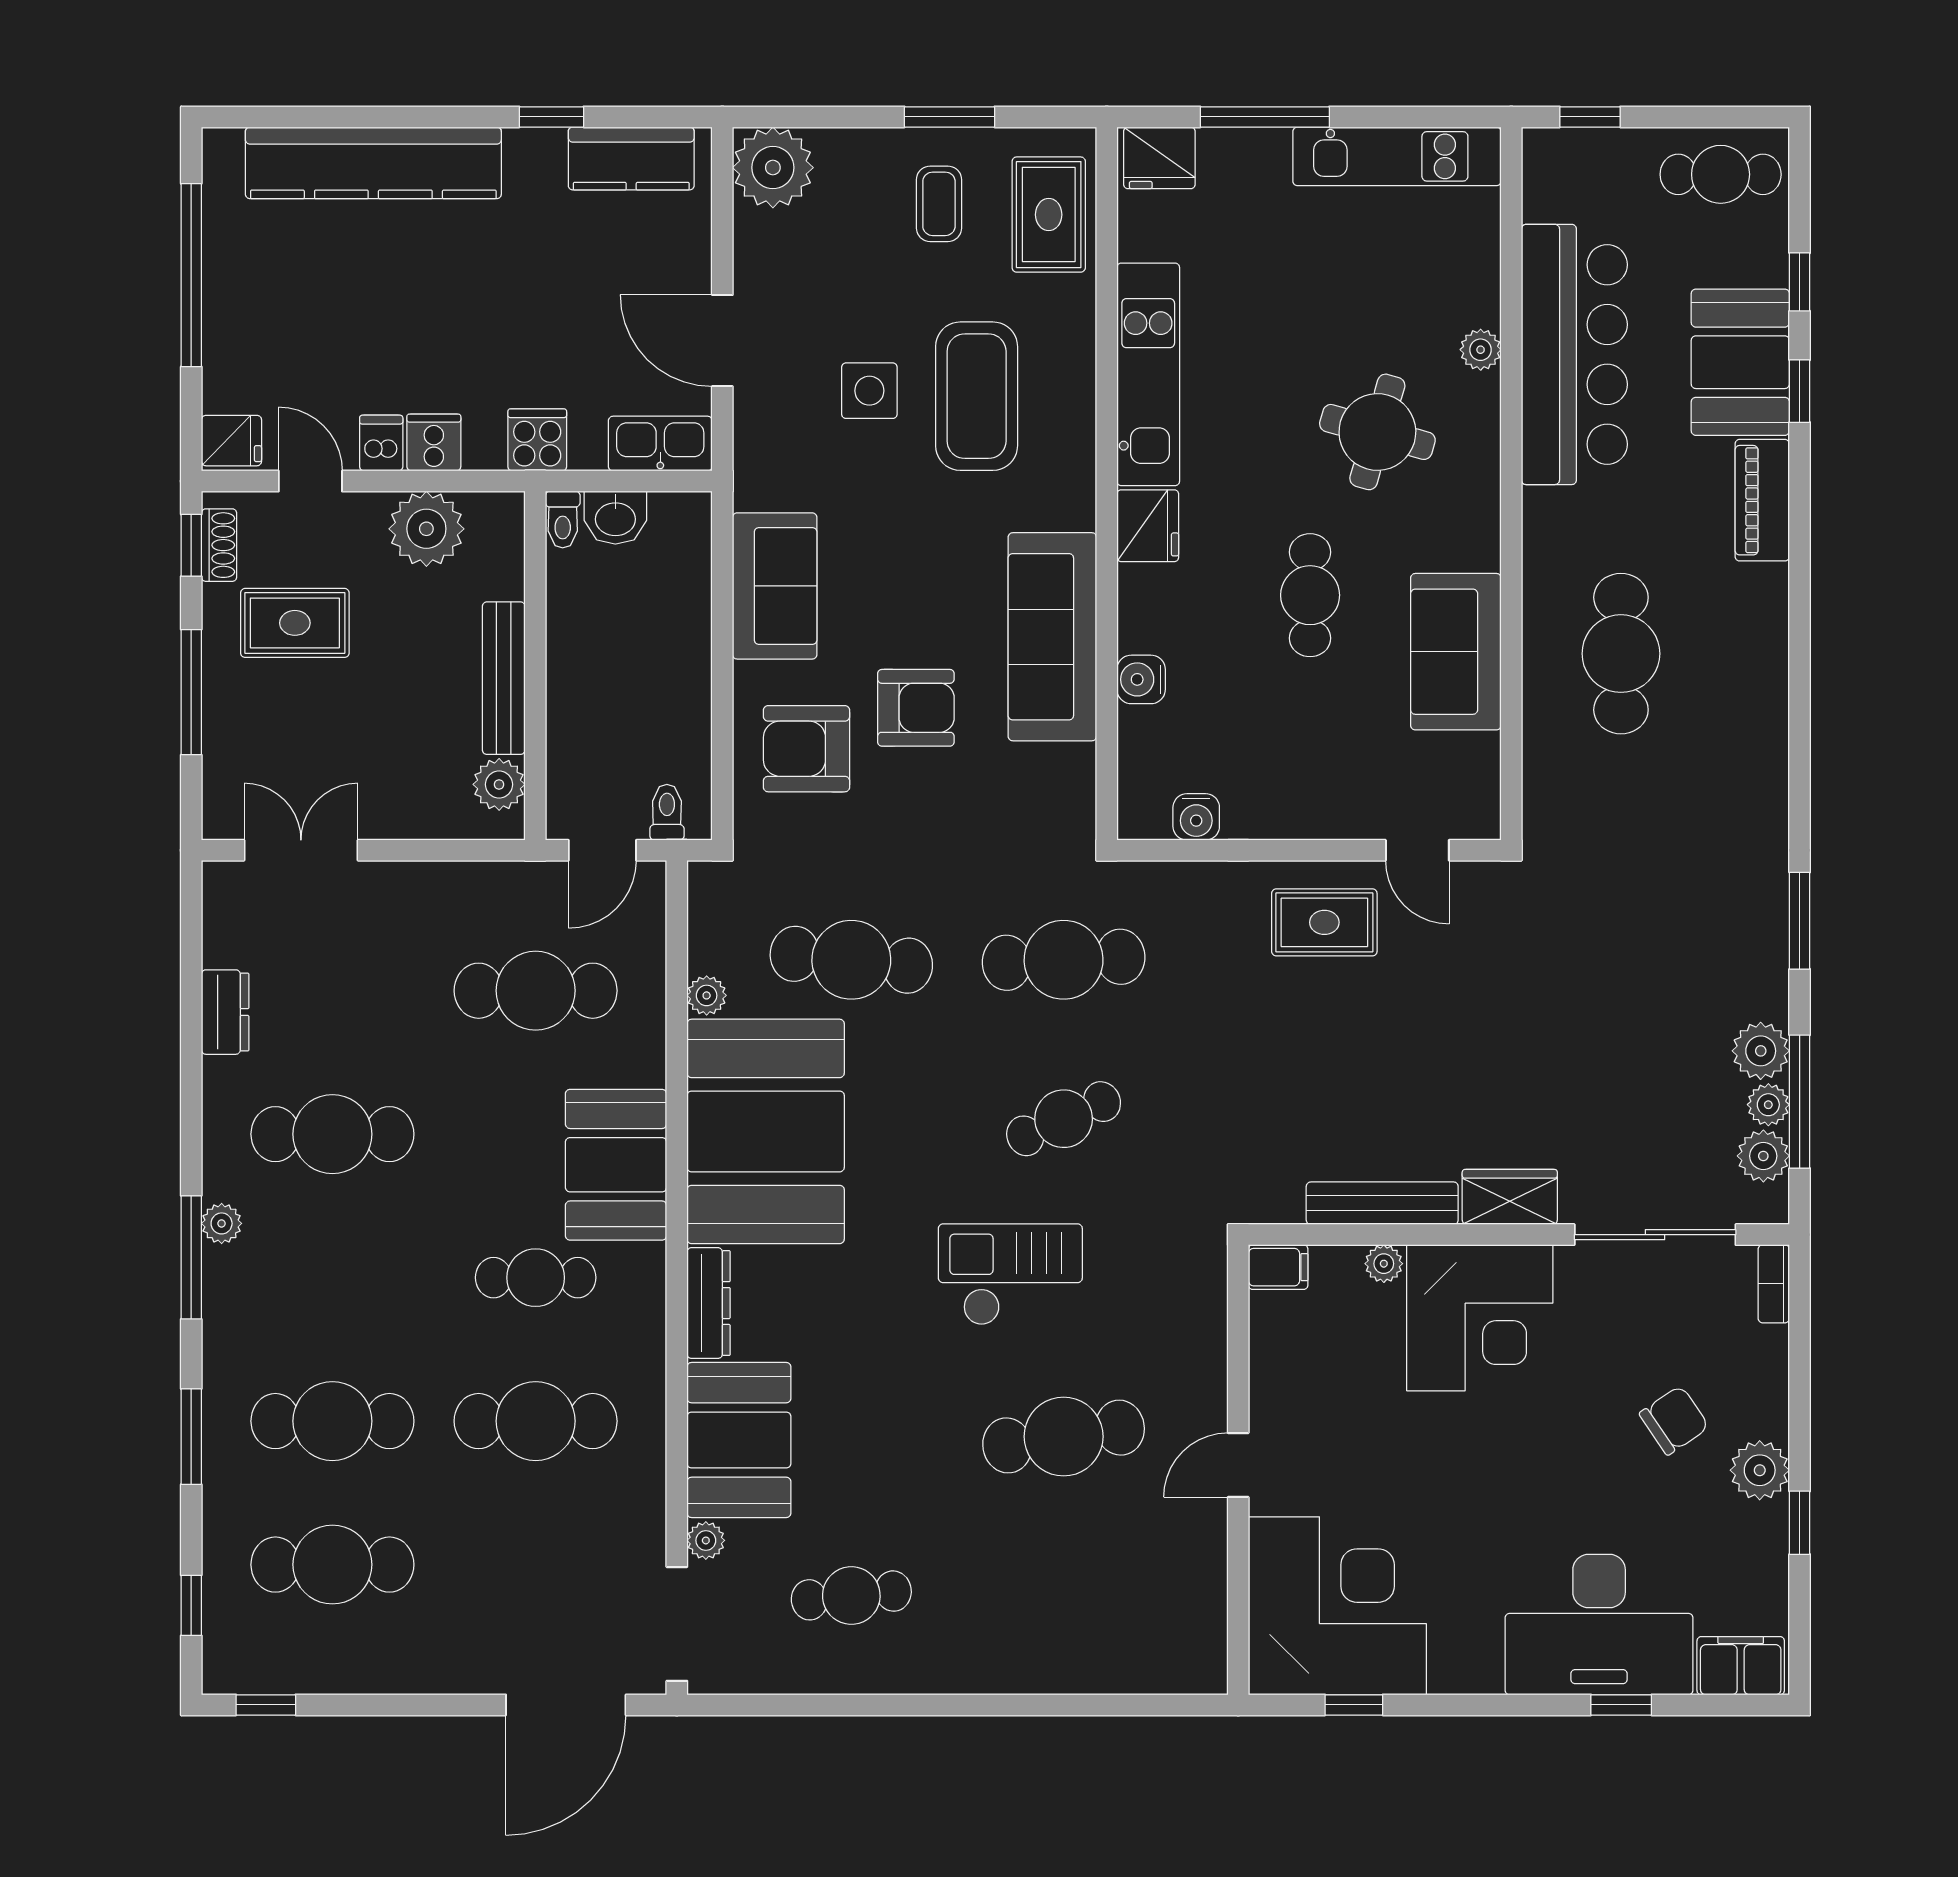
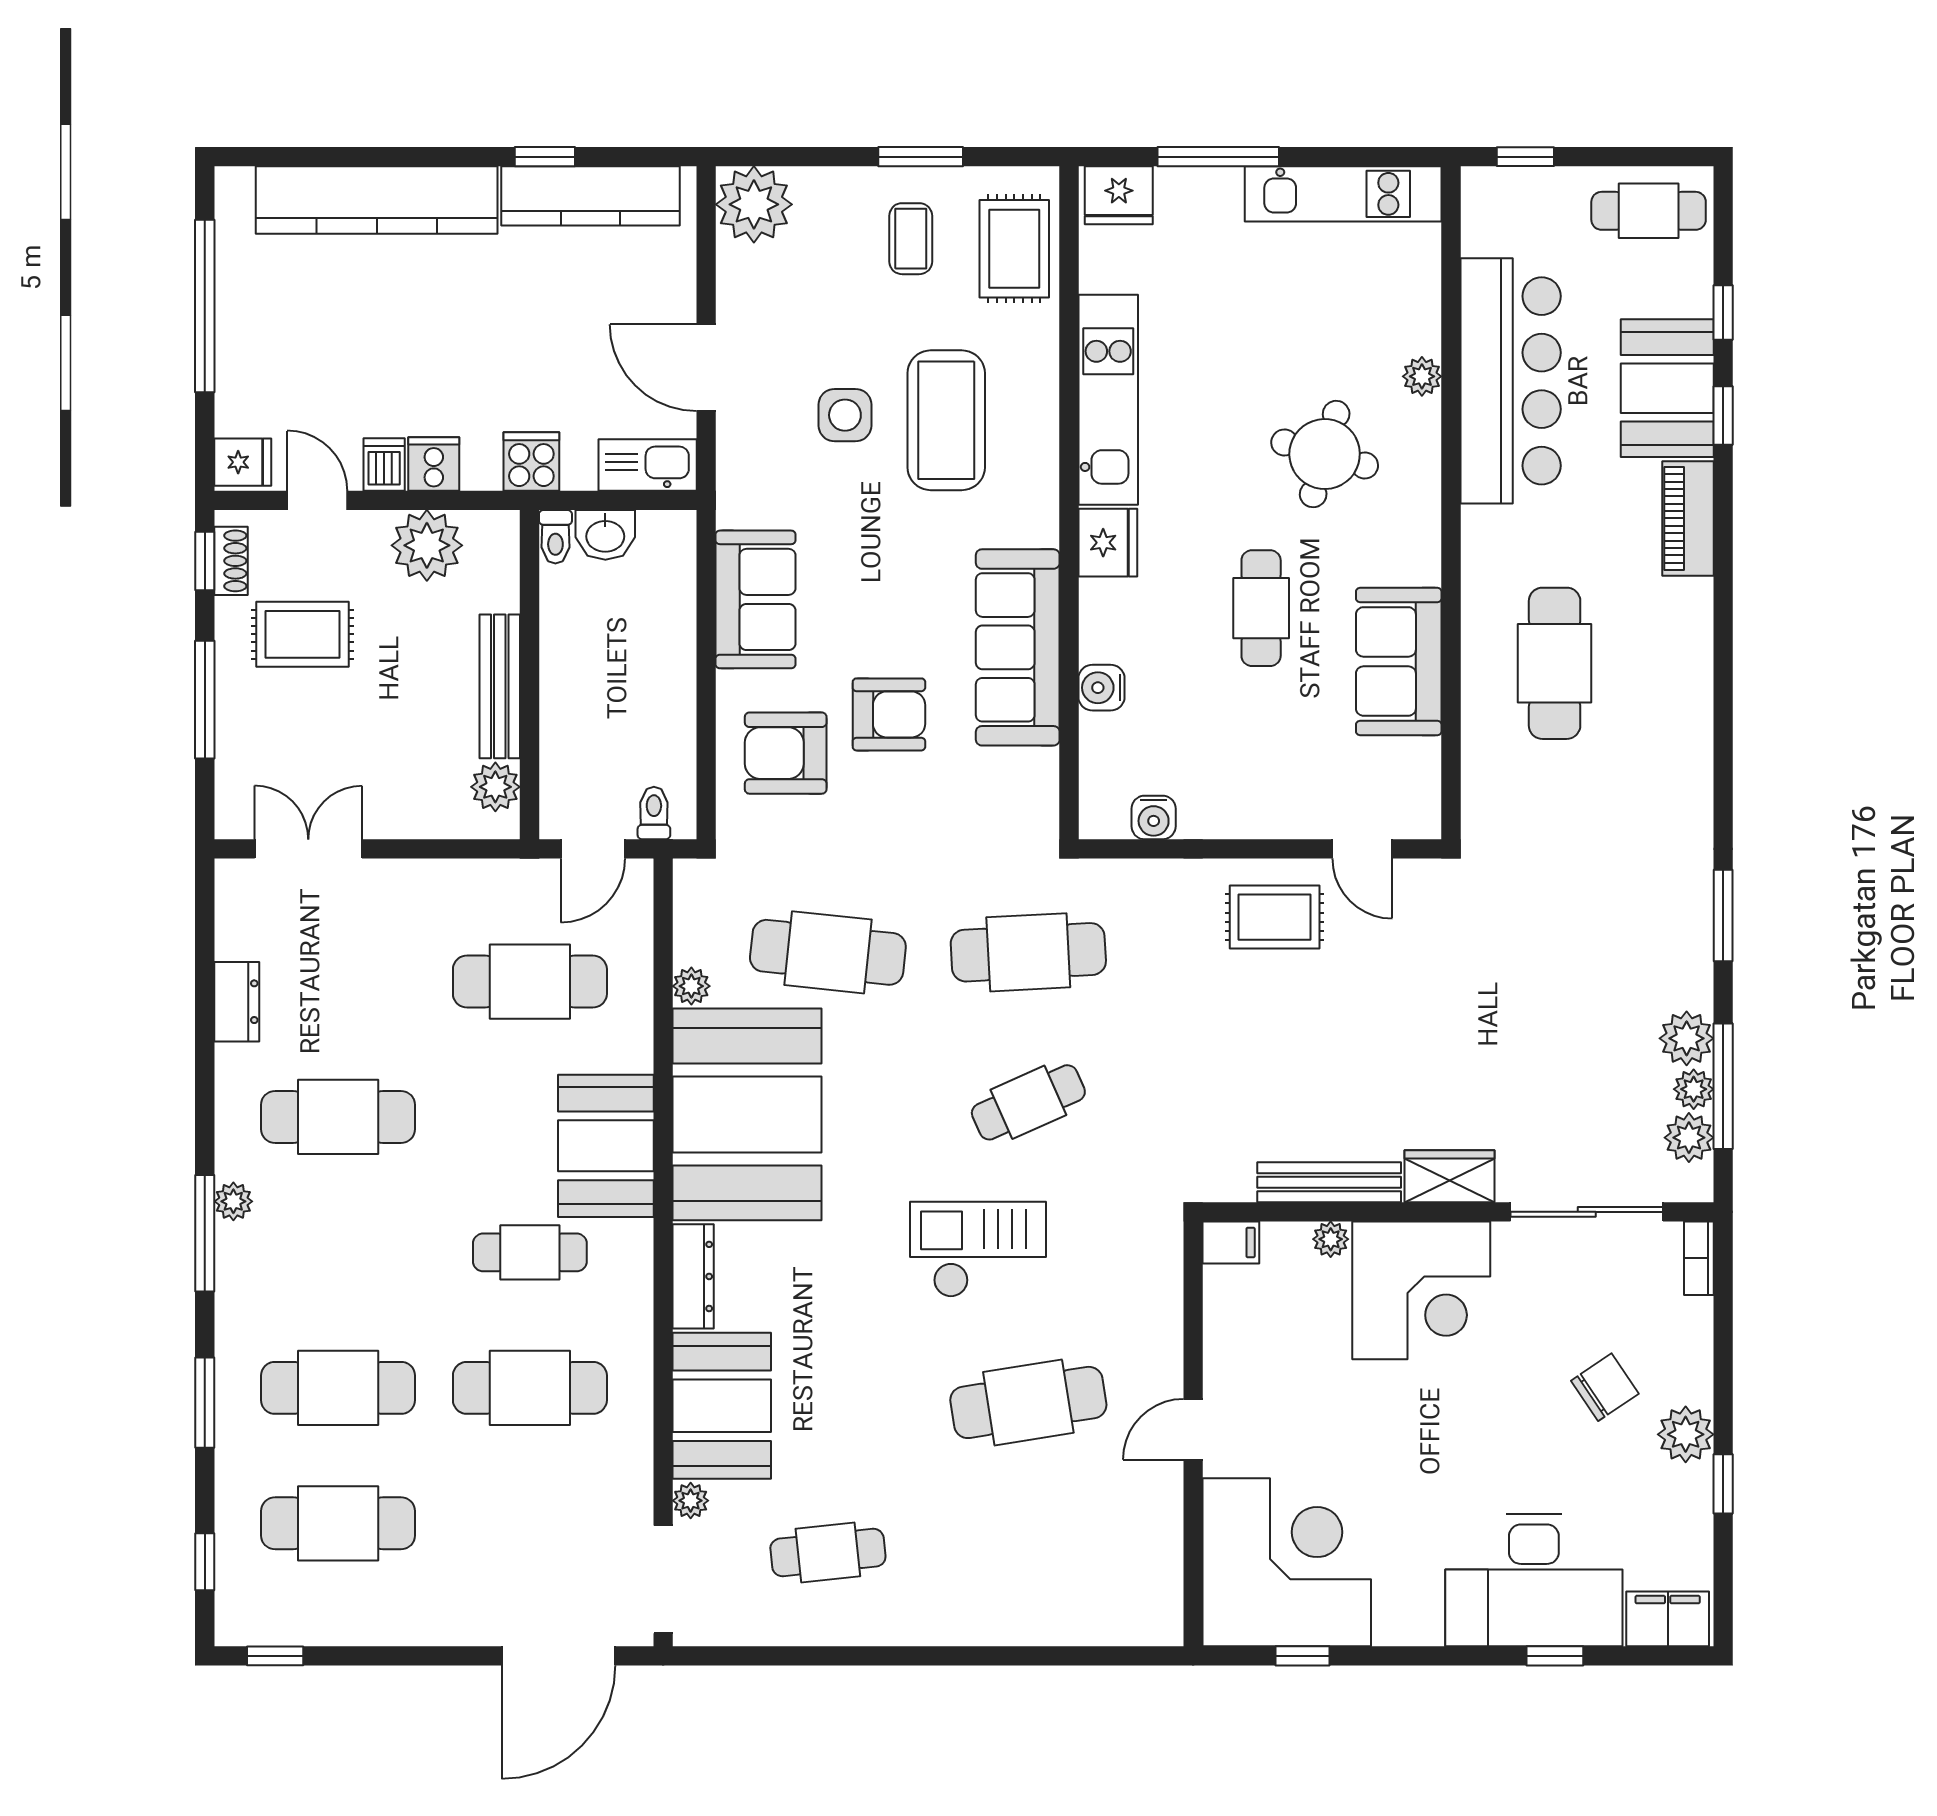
kitchen counter: (631, 158) -> (590, 196), width x1.50

